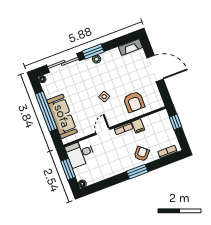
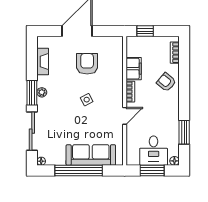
fireplace: (130, 47) -> (43, 62), moved
armchair: (134, 102) -> (87, 64), moved, turned -90
filing cabinet: (138, 126) -> (134, 69), width x2.00
door: (103, 131) -> (125, 116), swing flipped
desk: (80, 154) -> (154, 151), moved
window: (137, 172) -> (184, 132), moved

